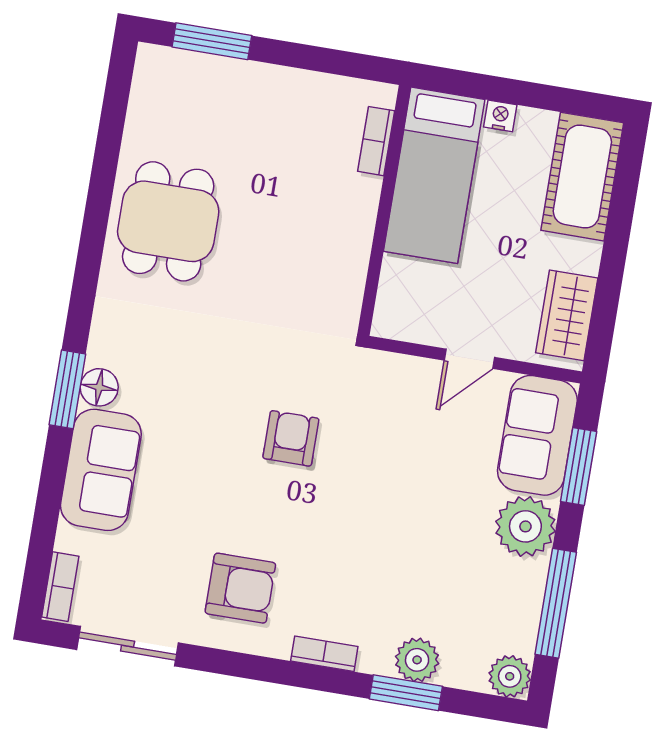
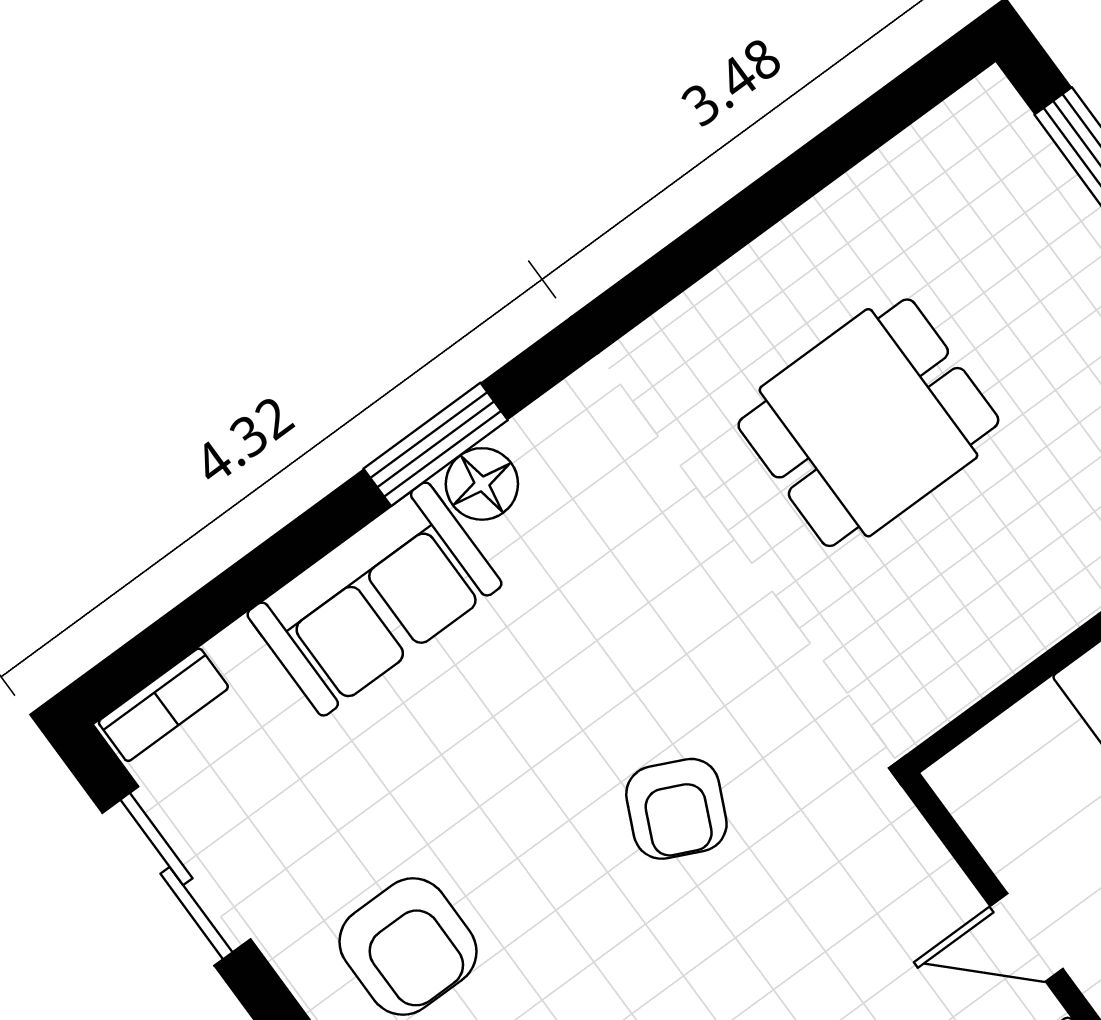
dining table: (168, 221) -> (868, 423), moved
armchair: (291, 438) -> (676, 809), turned 115

